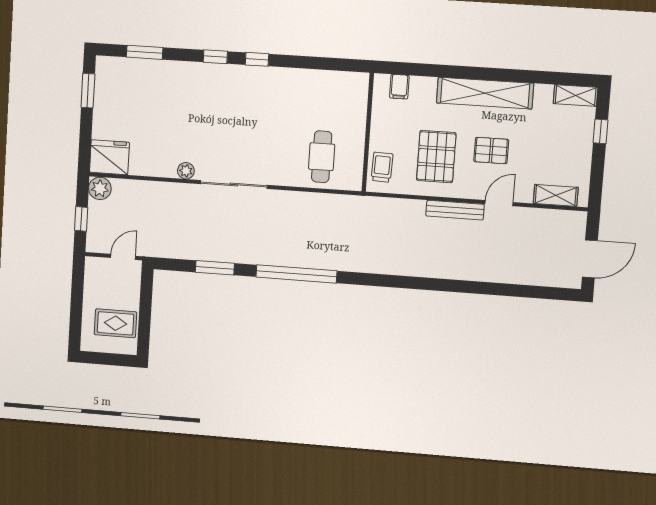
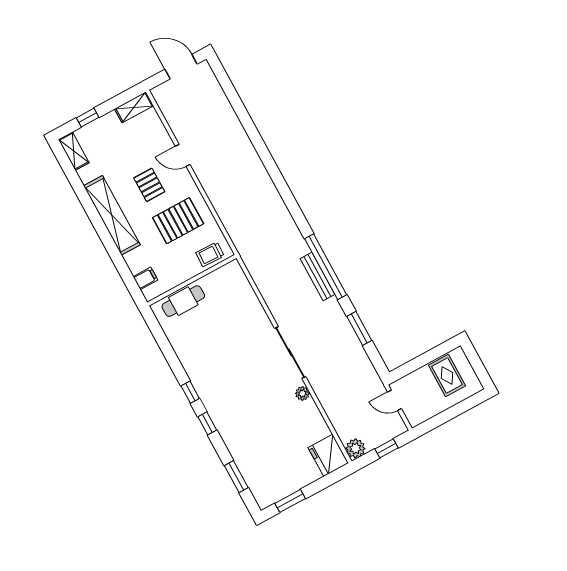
cafe table: (322, 157) -> (183, 301), moved
shelving: (556, 195) -> (134, 107), moved, turned 90
bench: (455, 210) -> (317, 277), moved

